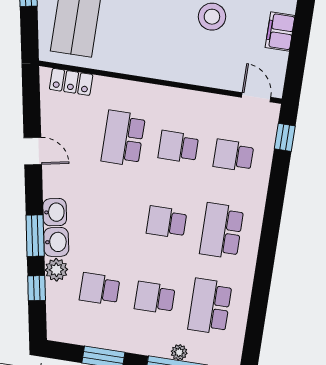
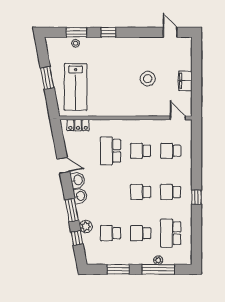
window: (285, 137) -> (197, 197), moved
school desk: (222, 231) -> (171, 192), width x0.54
washbasin: (56, 242) -> (78, 180), moved

